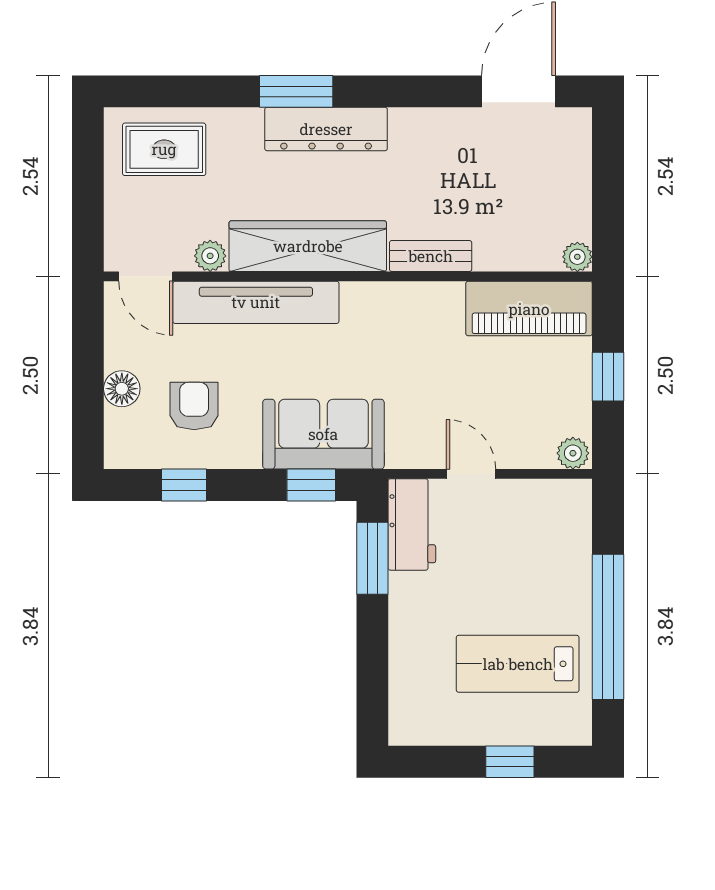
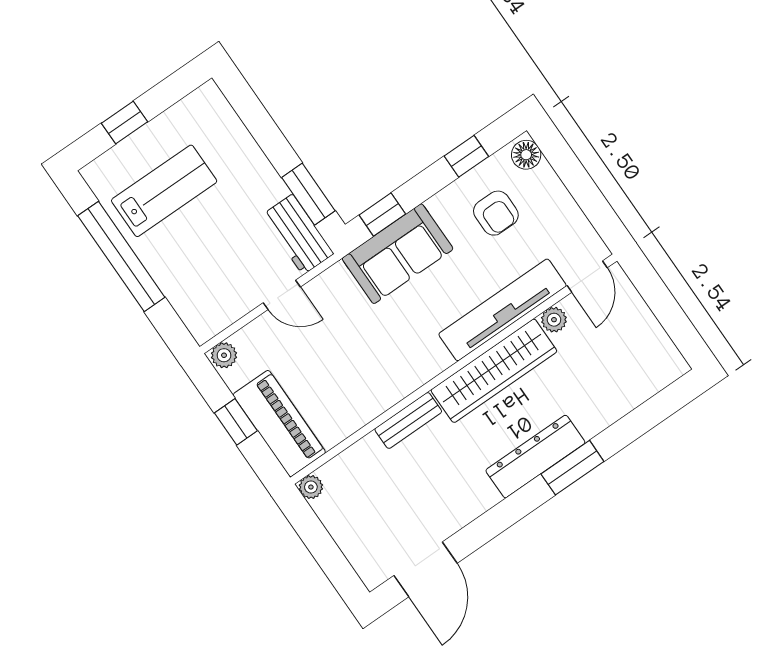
rug: (164, 149) -> (633, 369), removed
door: (146, 276) -> (587, 277), swing flipped
piano: (529, 309) -> (279, 424), moved, turned 90
floor lamp: (122, 389) -> (526, 155), moved

